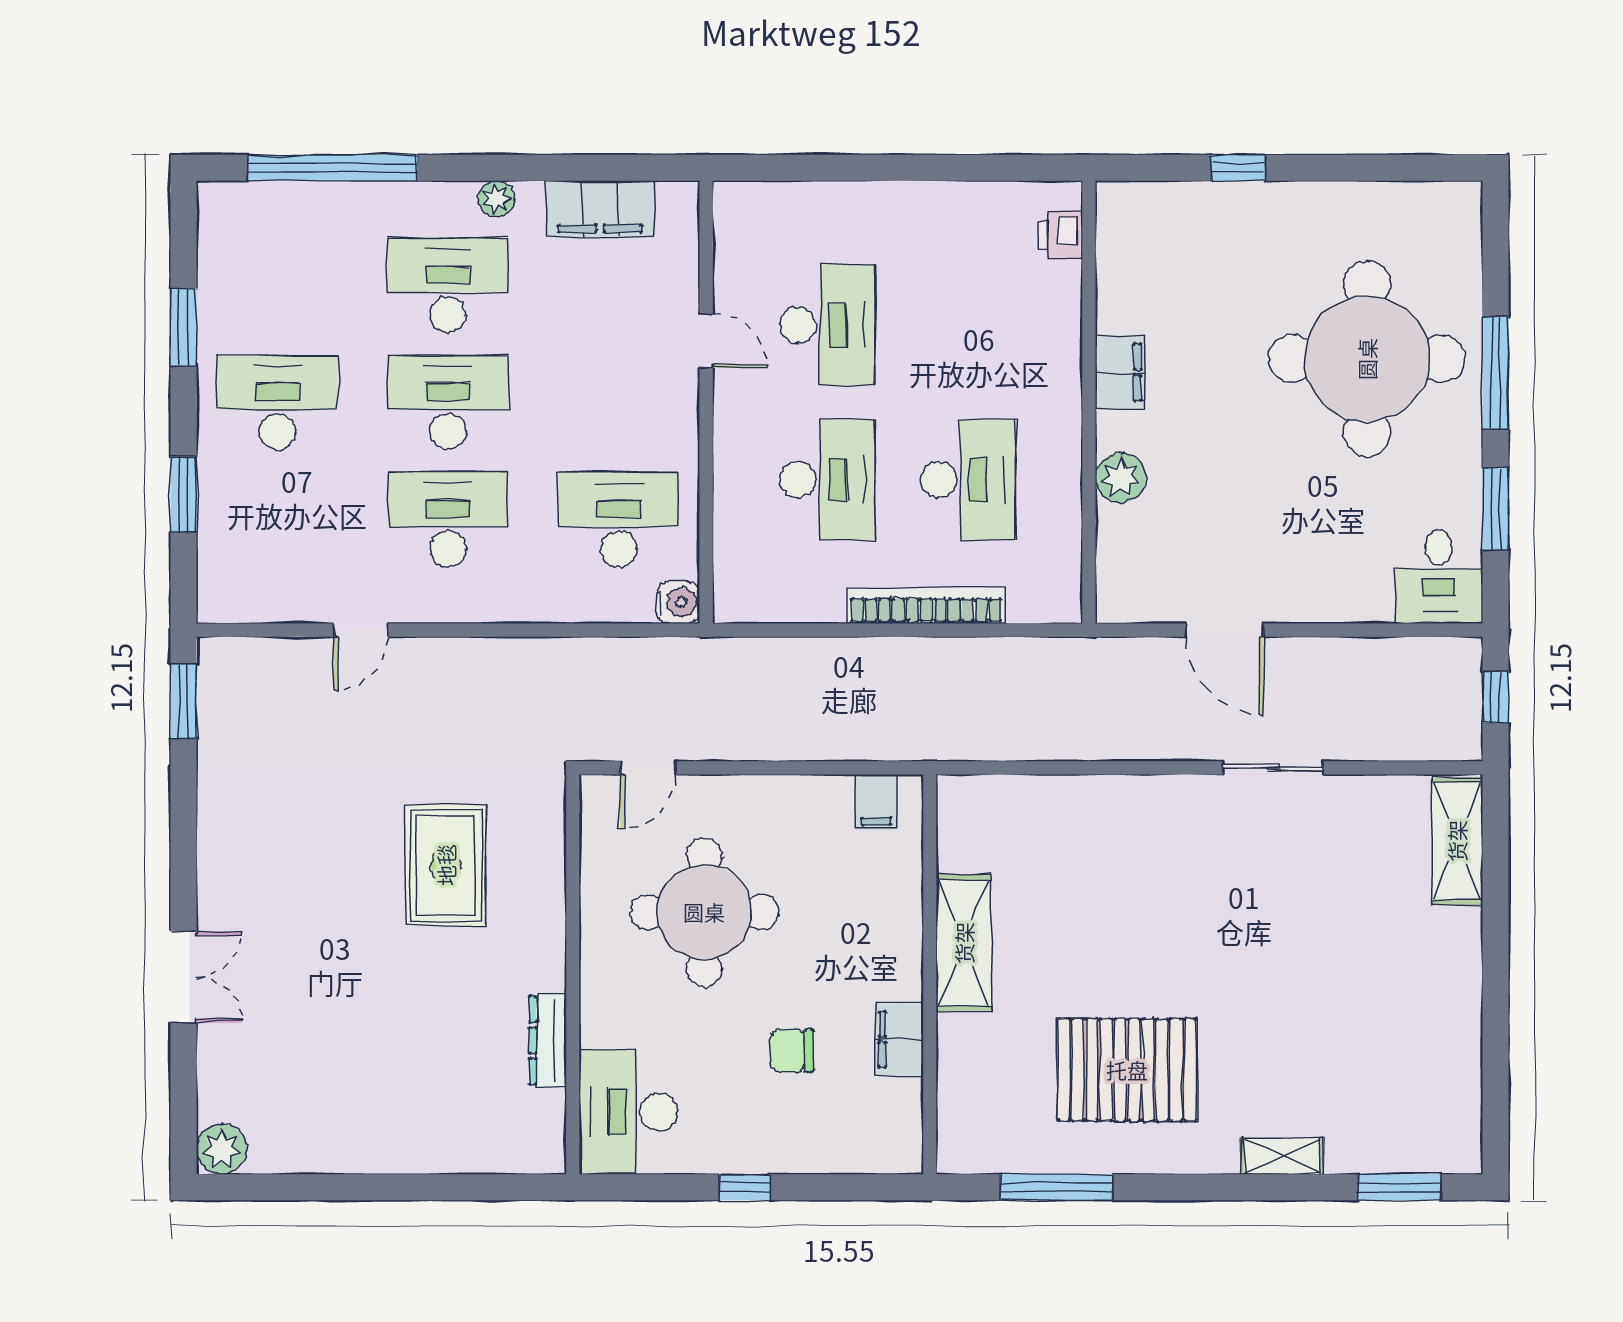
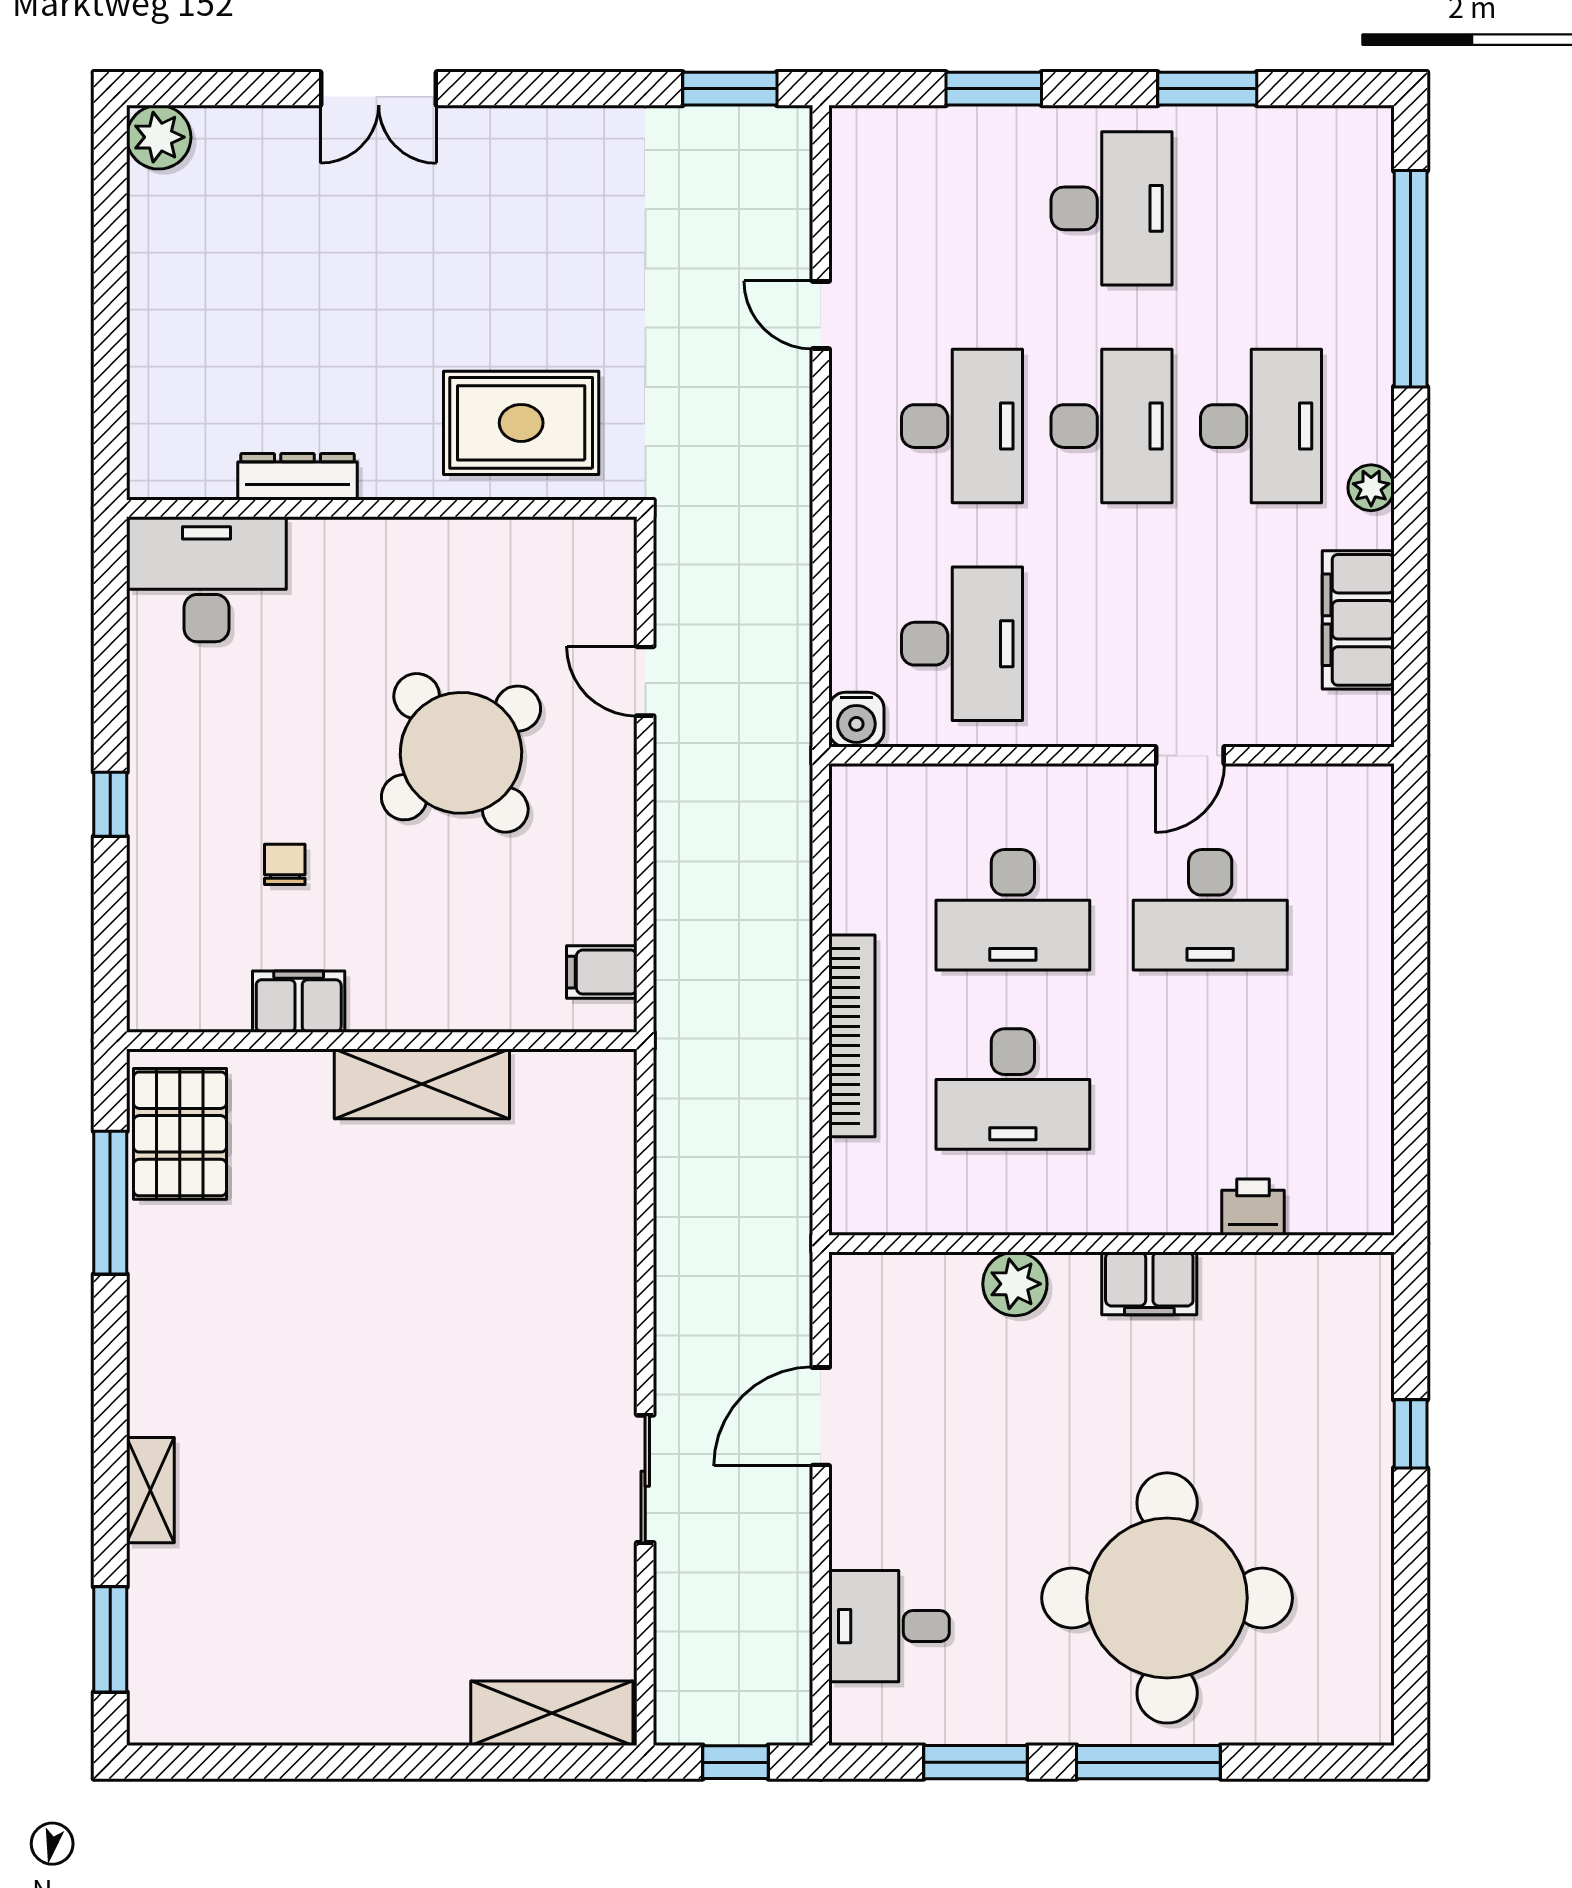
printer: (1060, 235) -> (1253, 1207), moved
desk: (1439, 577) -> (889, 1626), moved
round table: (704, 912) -> (461, 753), turned -38
wall: (573, 974) -> (382, 508), moved
dresser: (548, 1040) -> (298, 477), moved
chair: (792, 1050) -> (285, 864), width x0.73, depth x0.73
pallet: (1127, 1070) -> (180, 1134), moved, width x0.73, depth x0.71
desk: (628, 1112) -> (206, 579), moved

